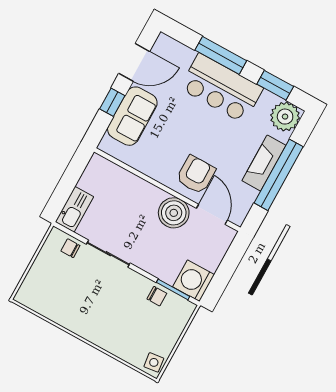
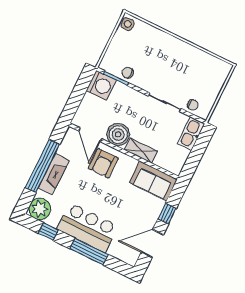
window: (275, 85) -> (48, 232), width x0.67
sofa: (132, 116) -> (153, 181), moved, turned -90
shelving: (144, 190) -> (141, 151), added

